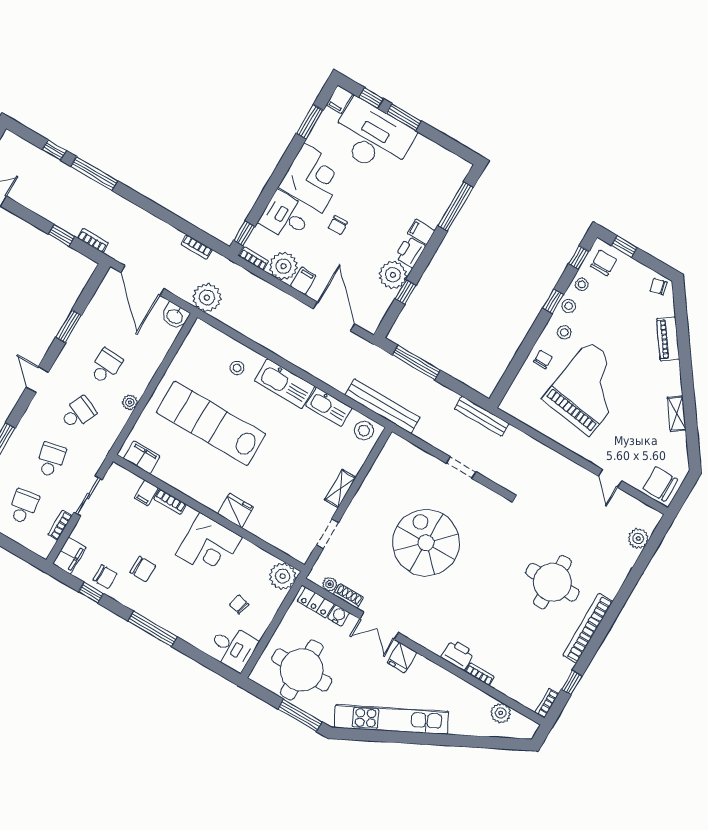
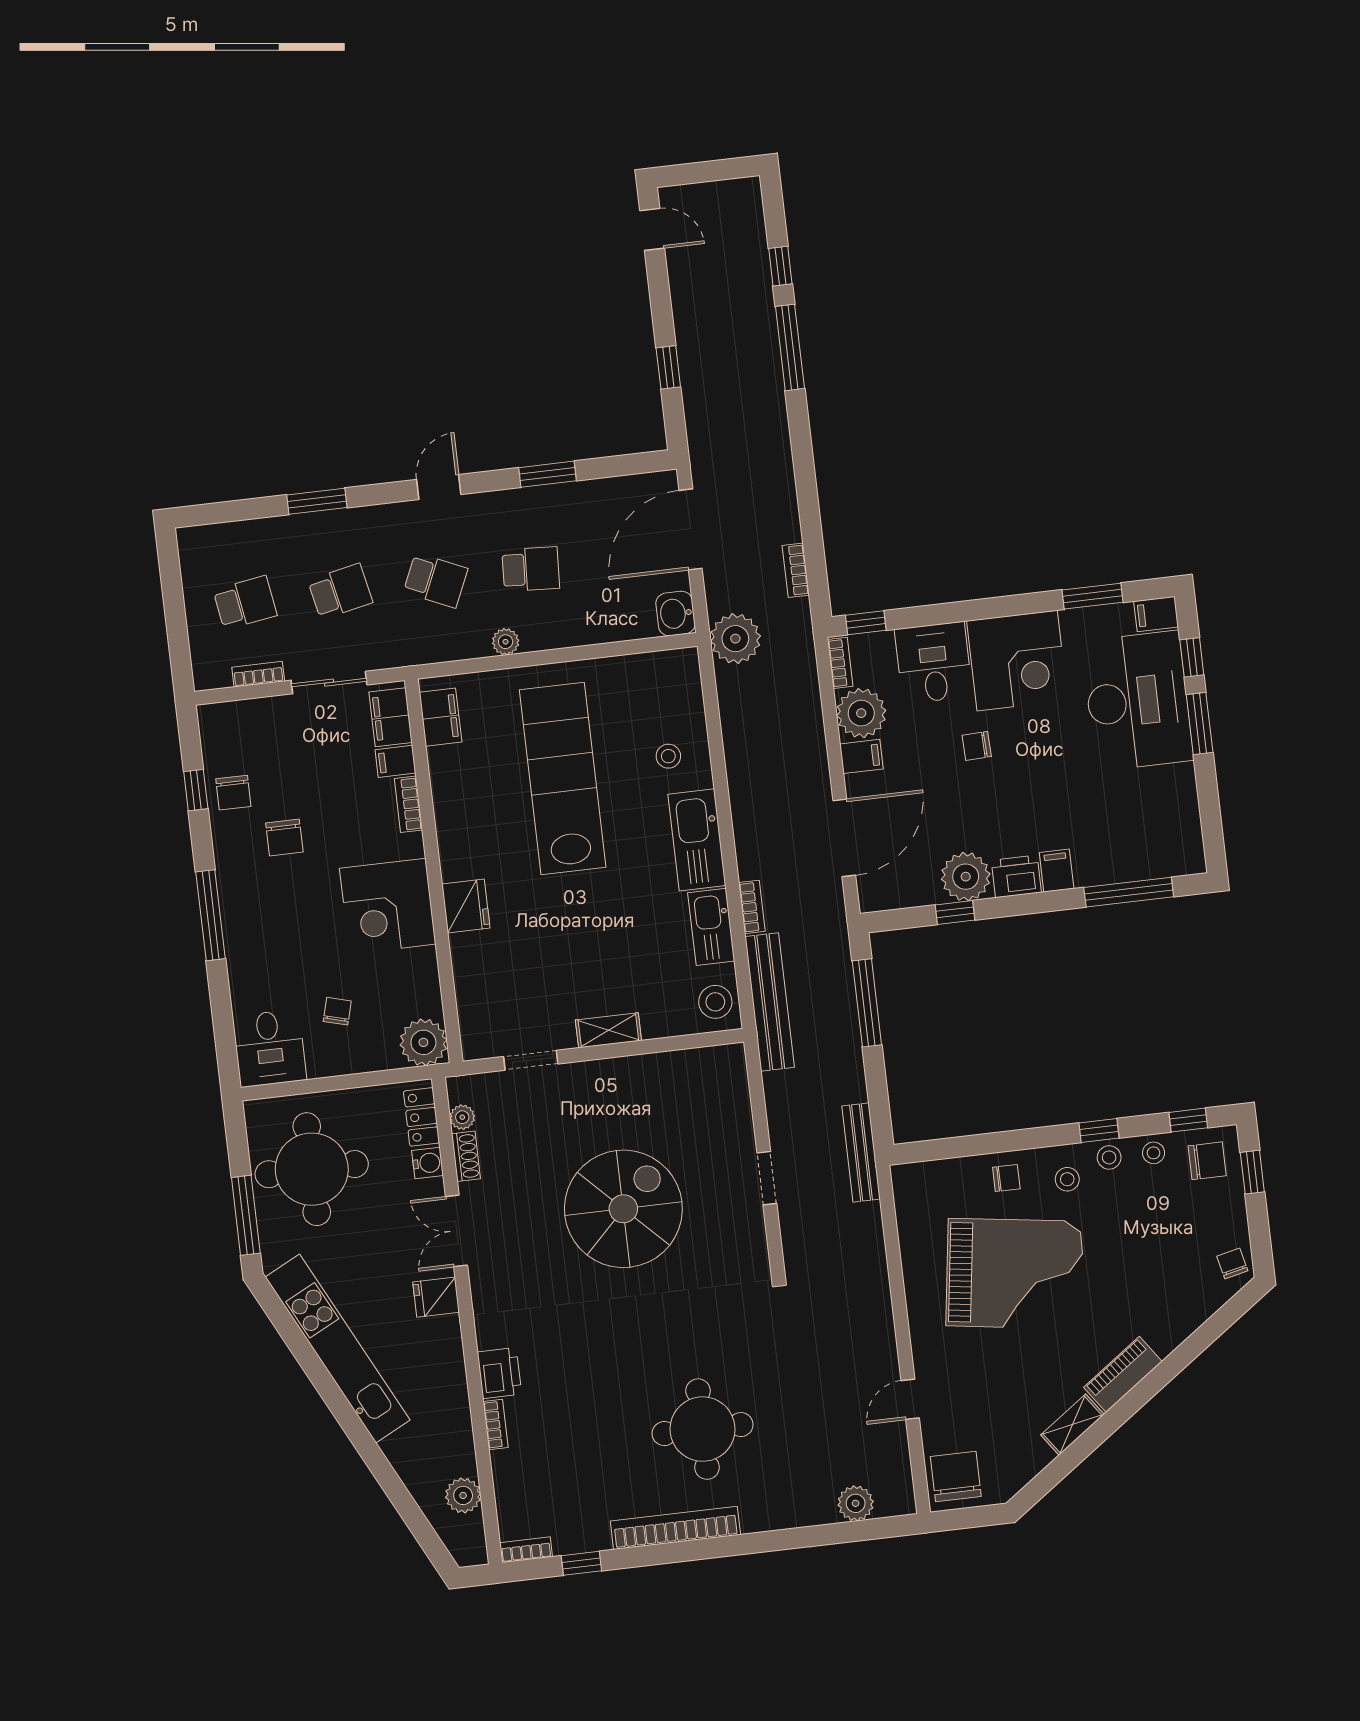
bookcase: (93, 240) -> (752, 907), moved
piano: (668, 339) -> (1123, 1374), moved
filing cabinet: (69, 556) -> (391, 717), moved, turned 90

